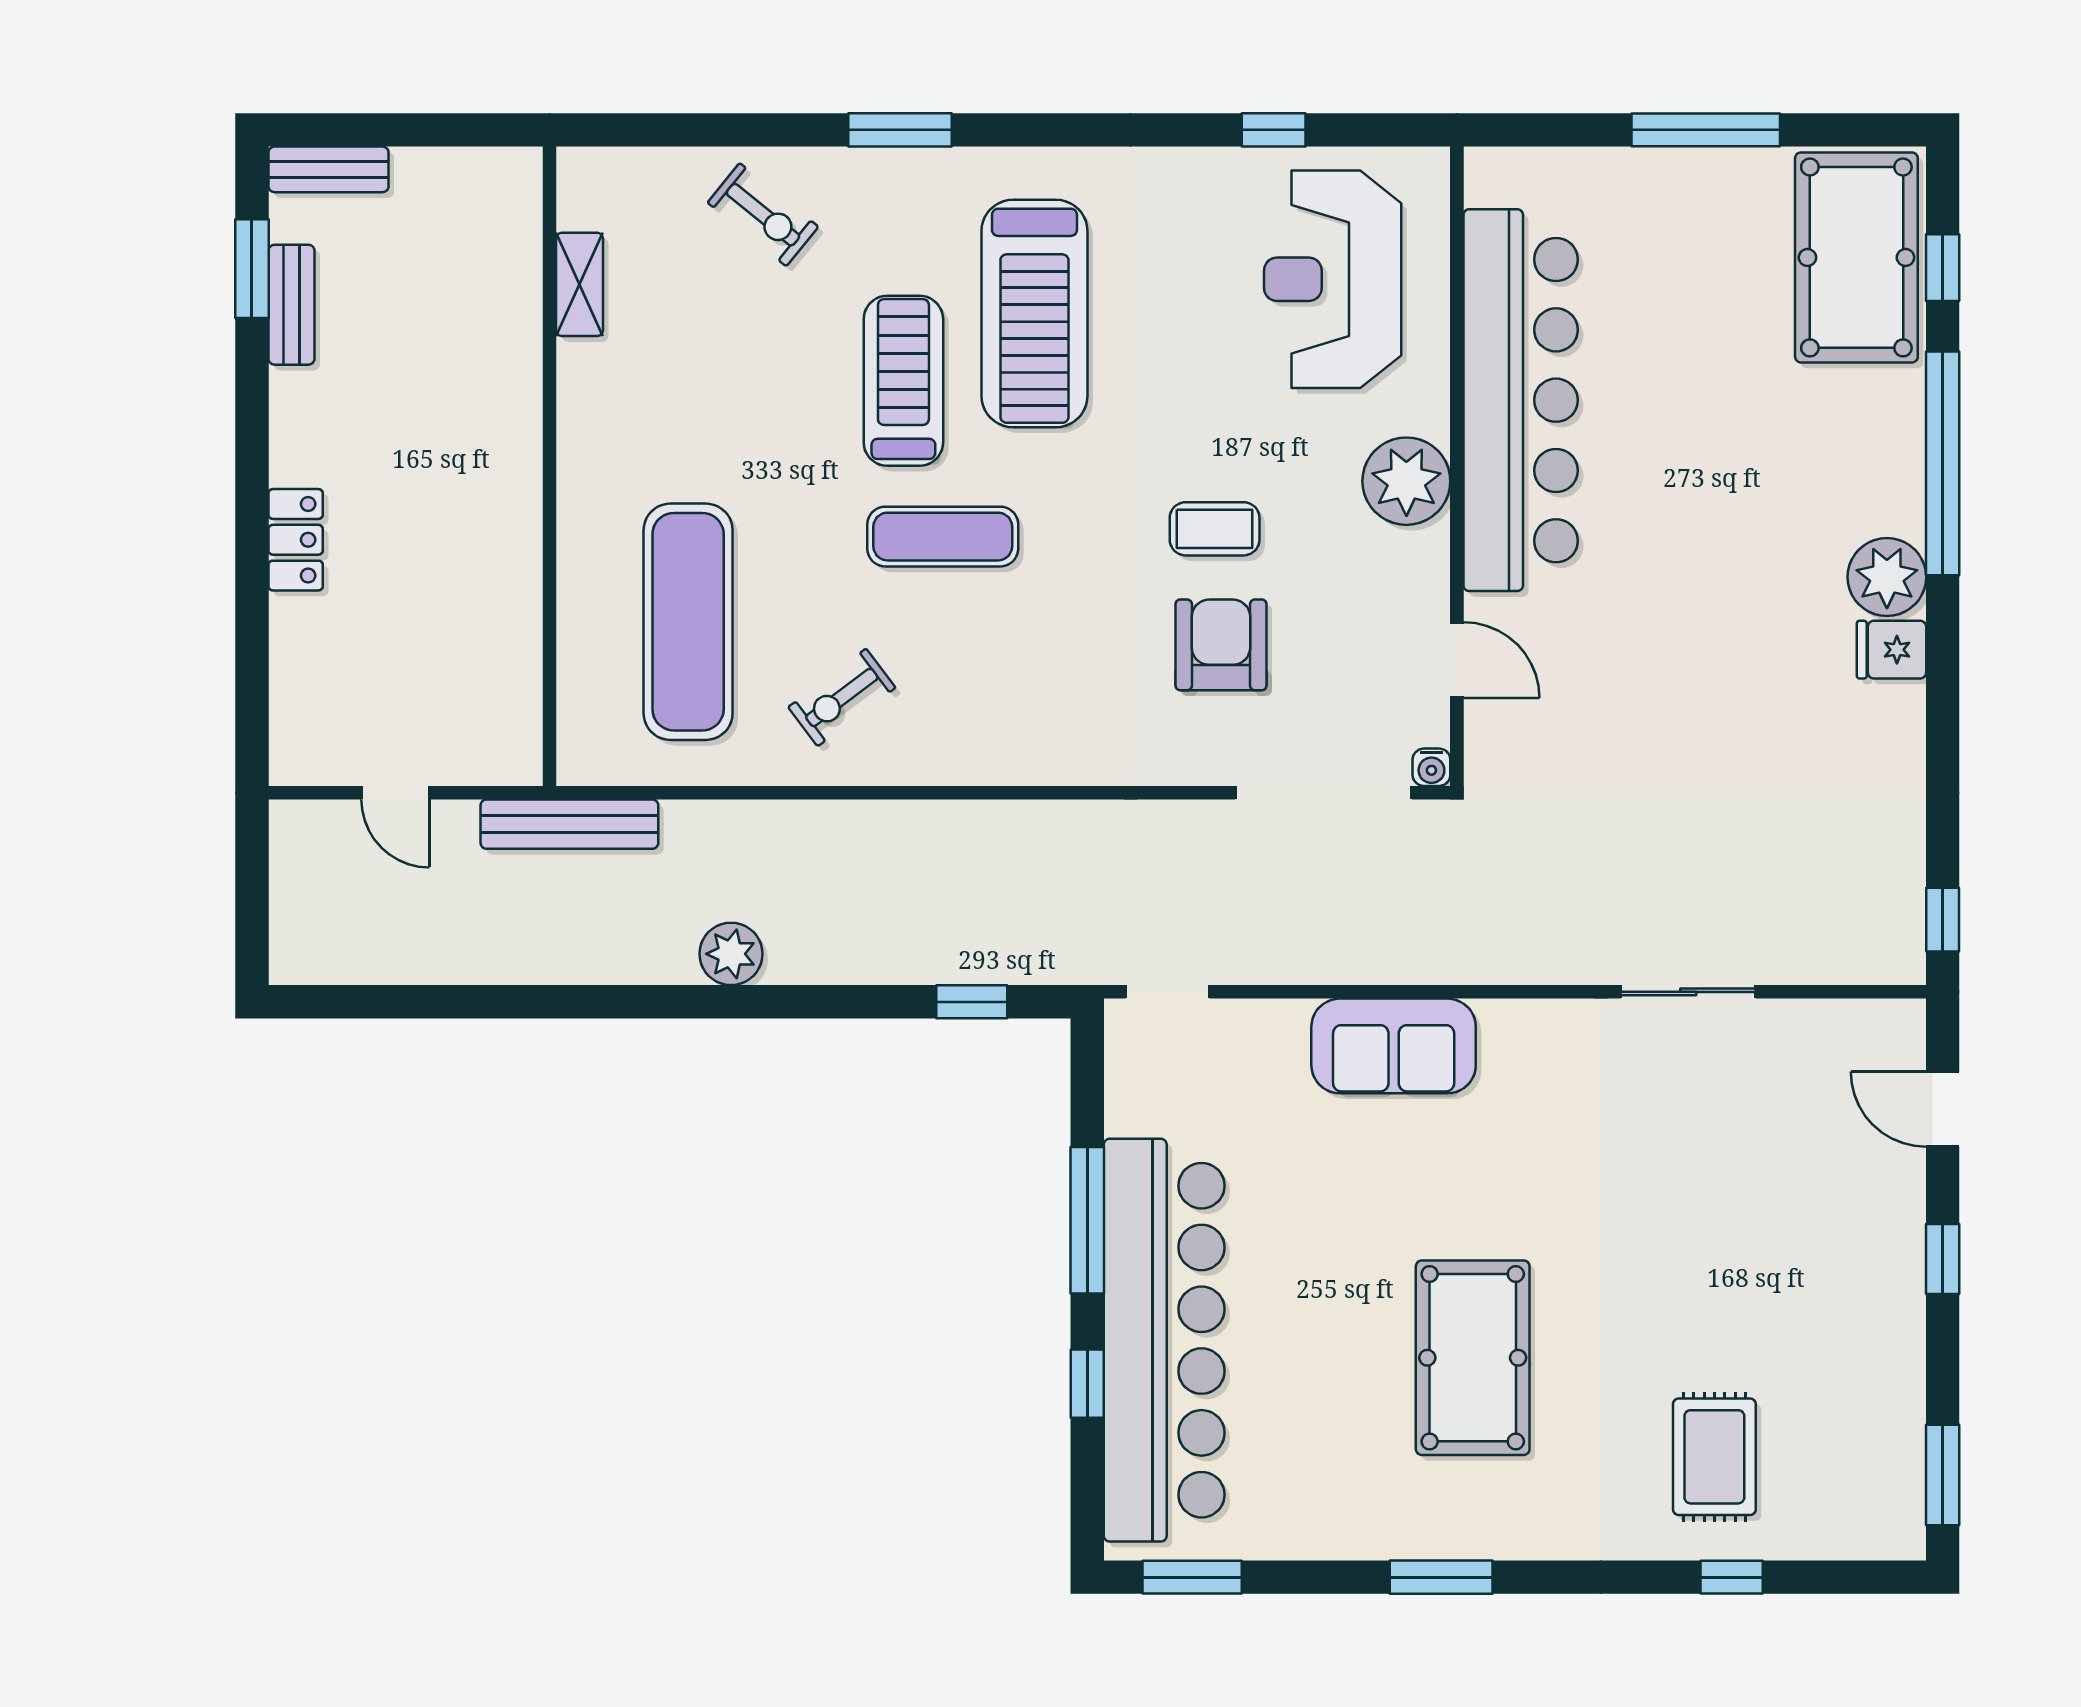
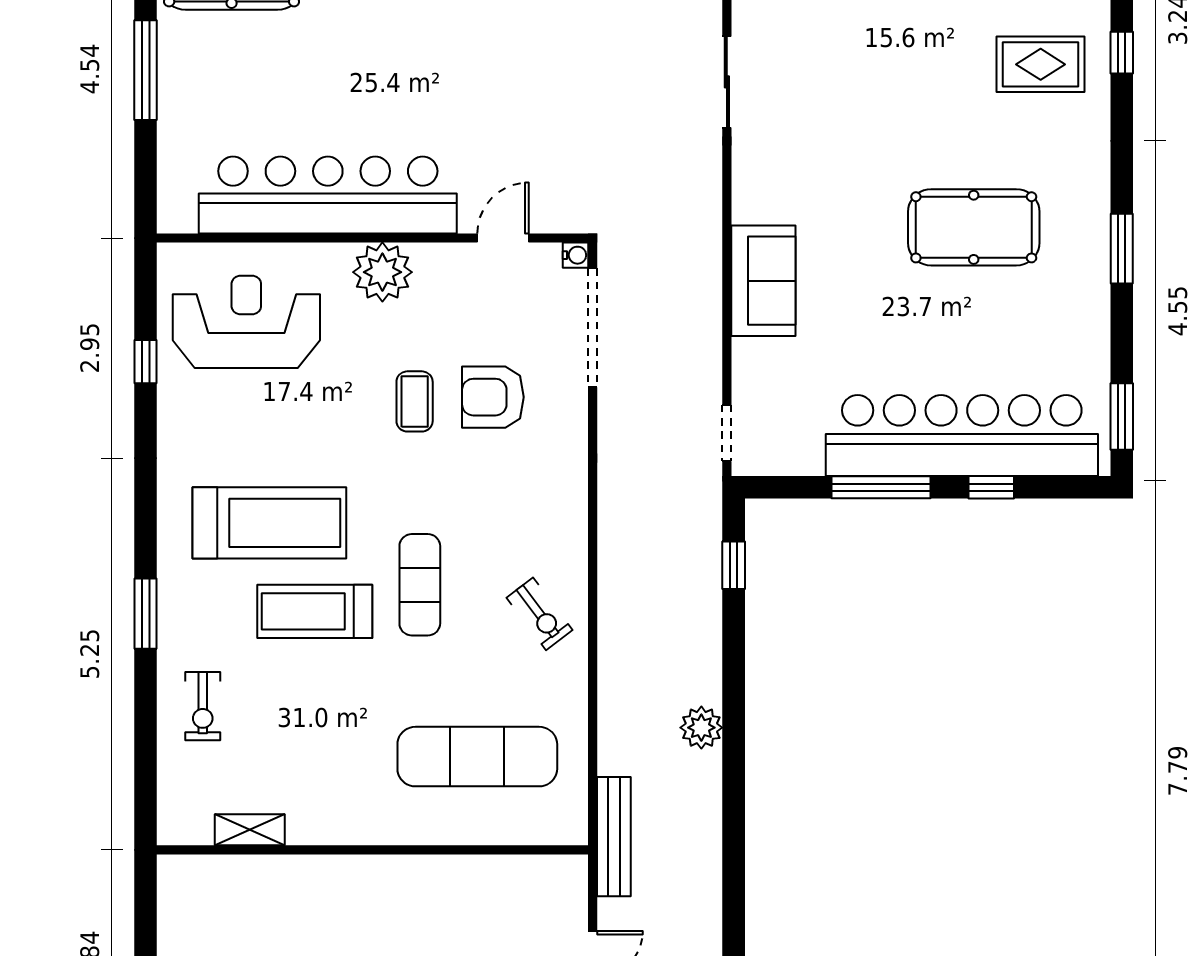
exercise bike: (763, 215) -> (203, 706), turned 141
reception desk: (1333, 279) -> (246, 322), turned 180
exercise bike: (842, 697) -> (539, 614), moved

